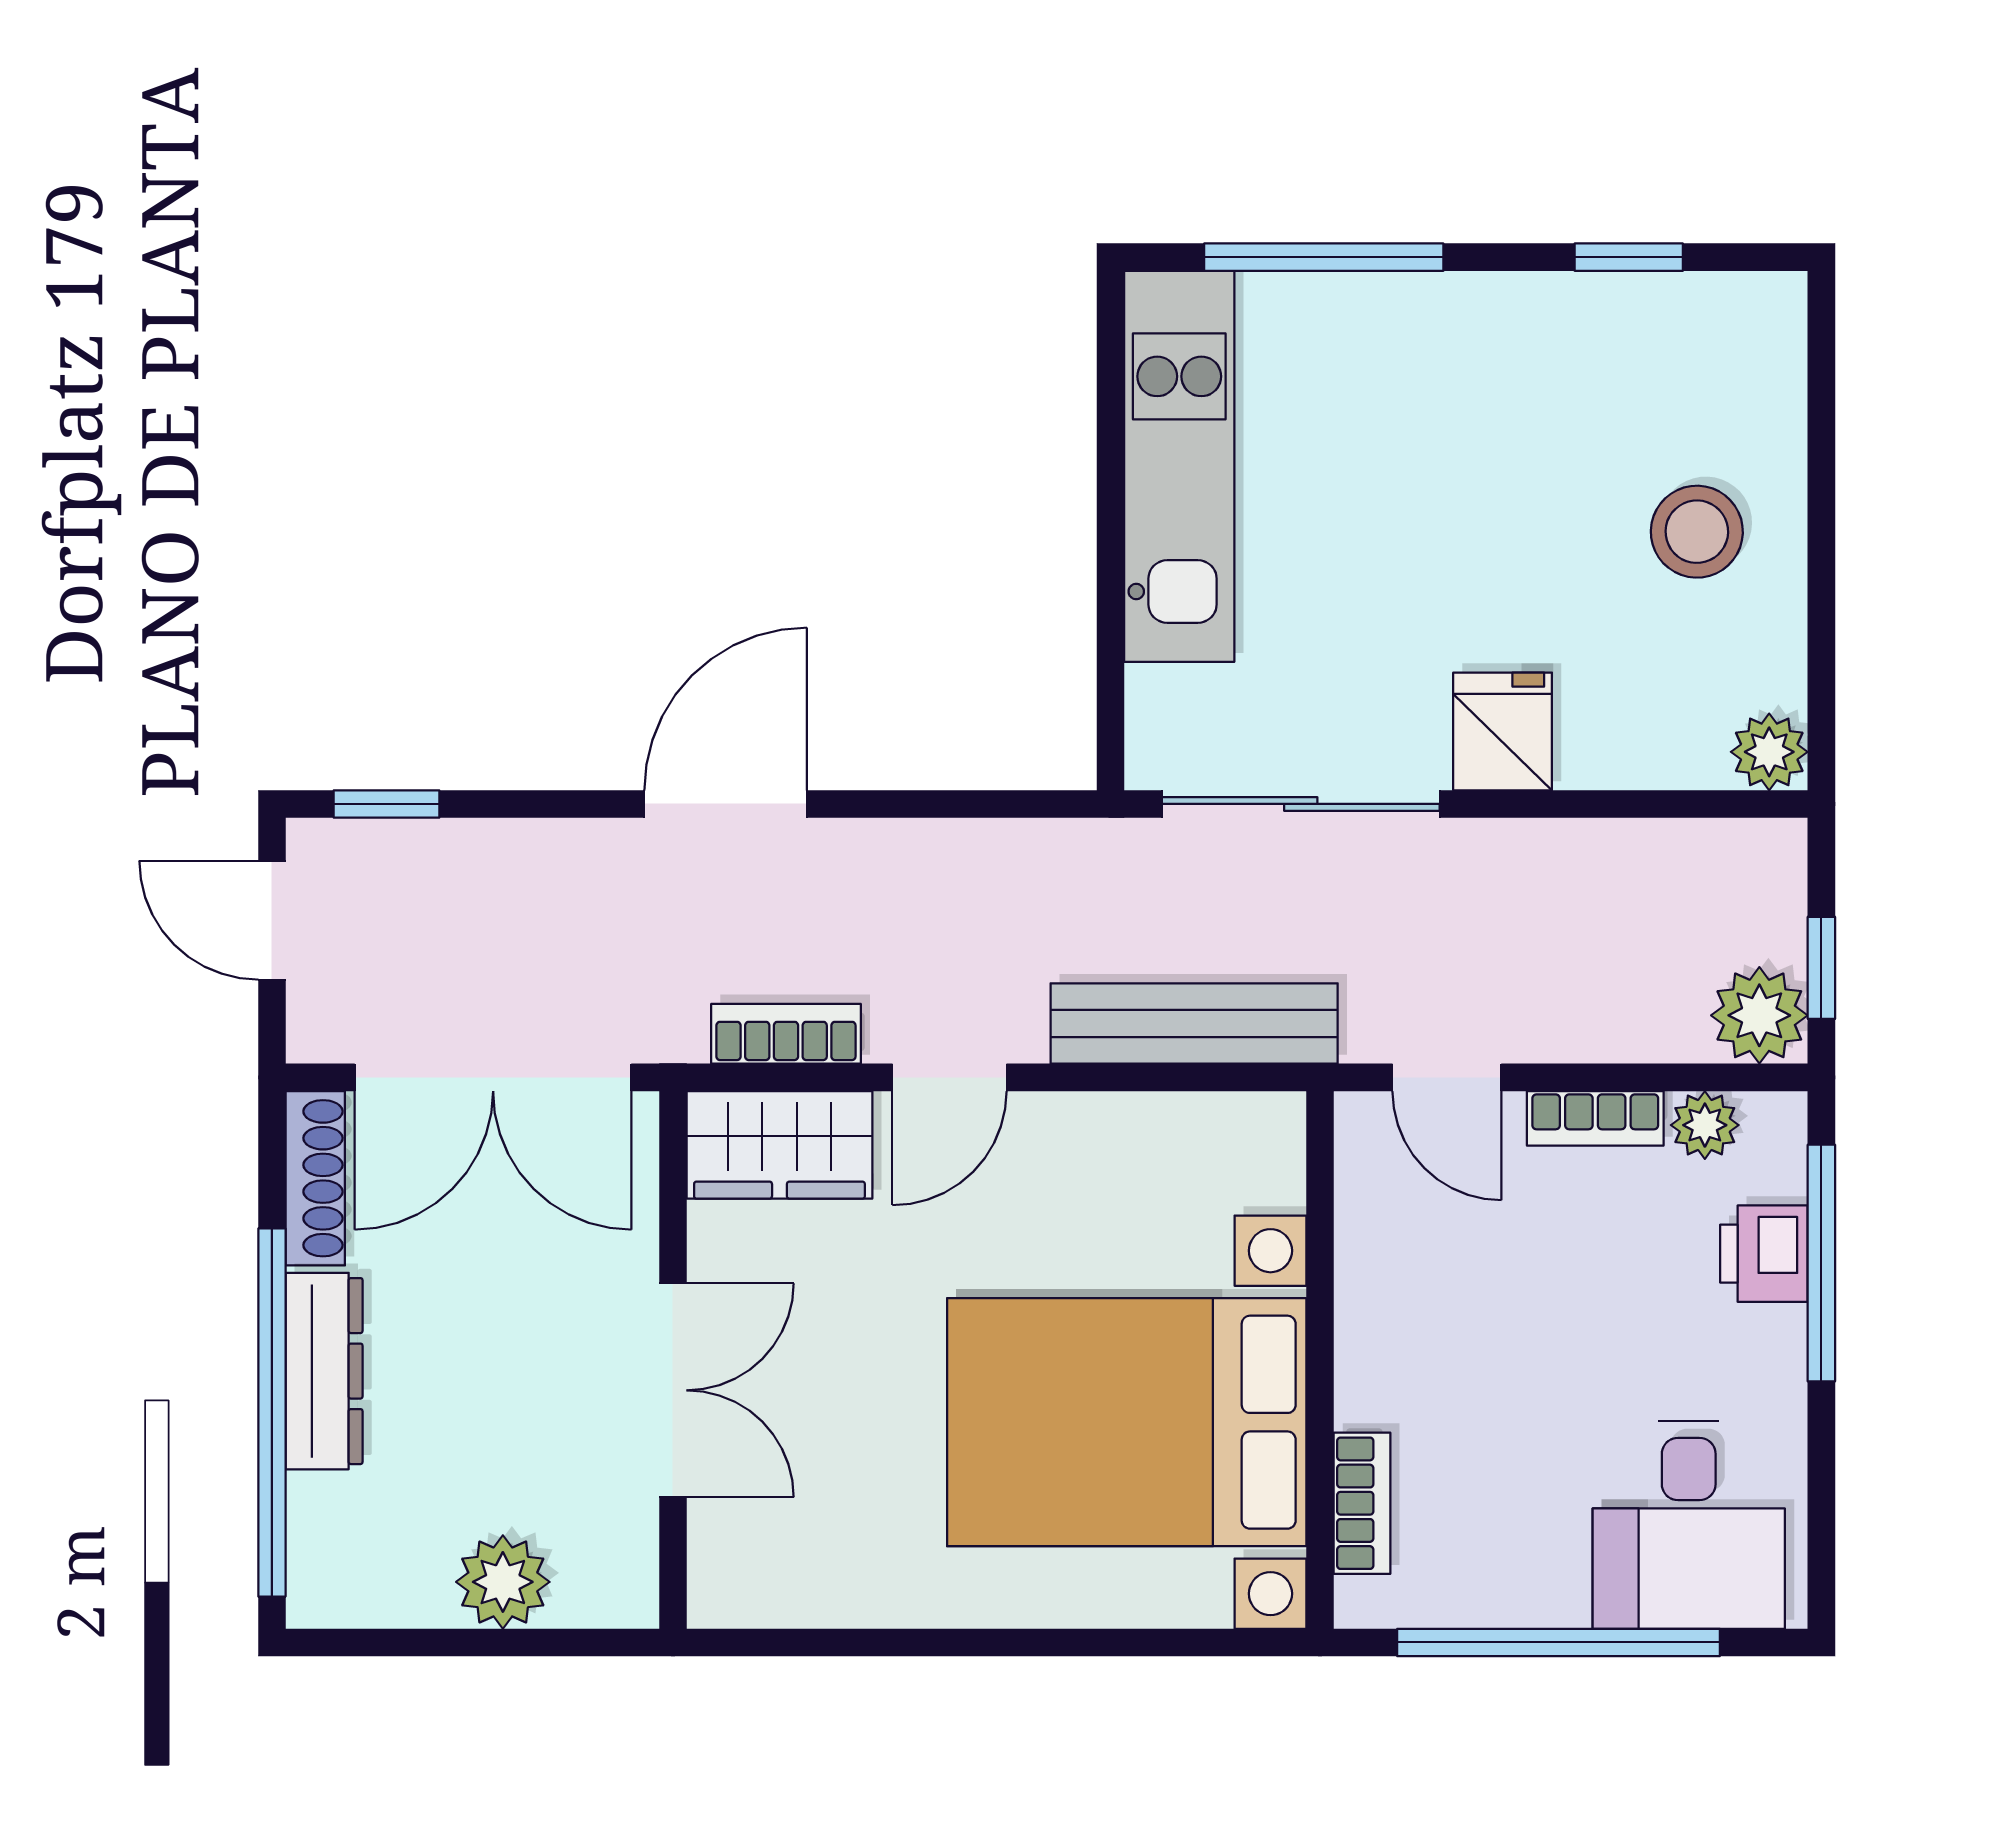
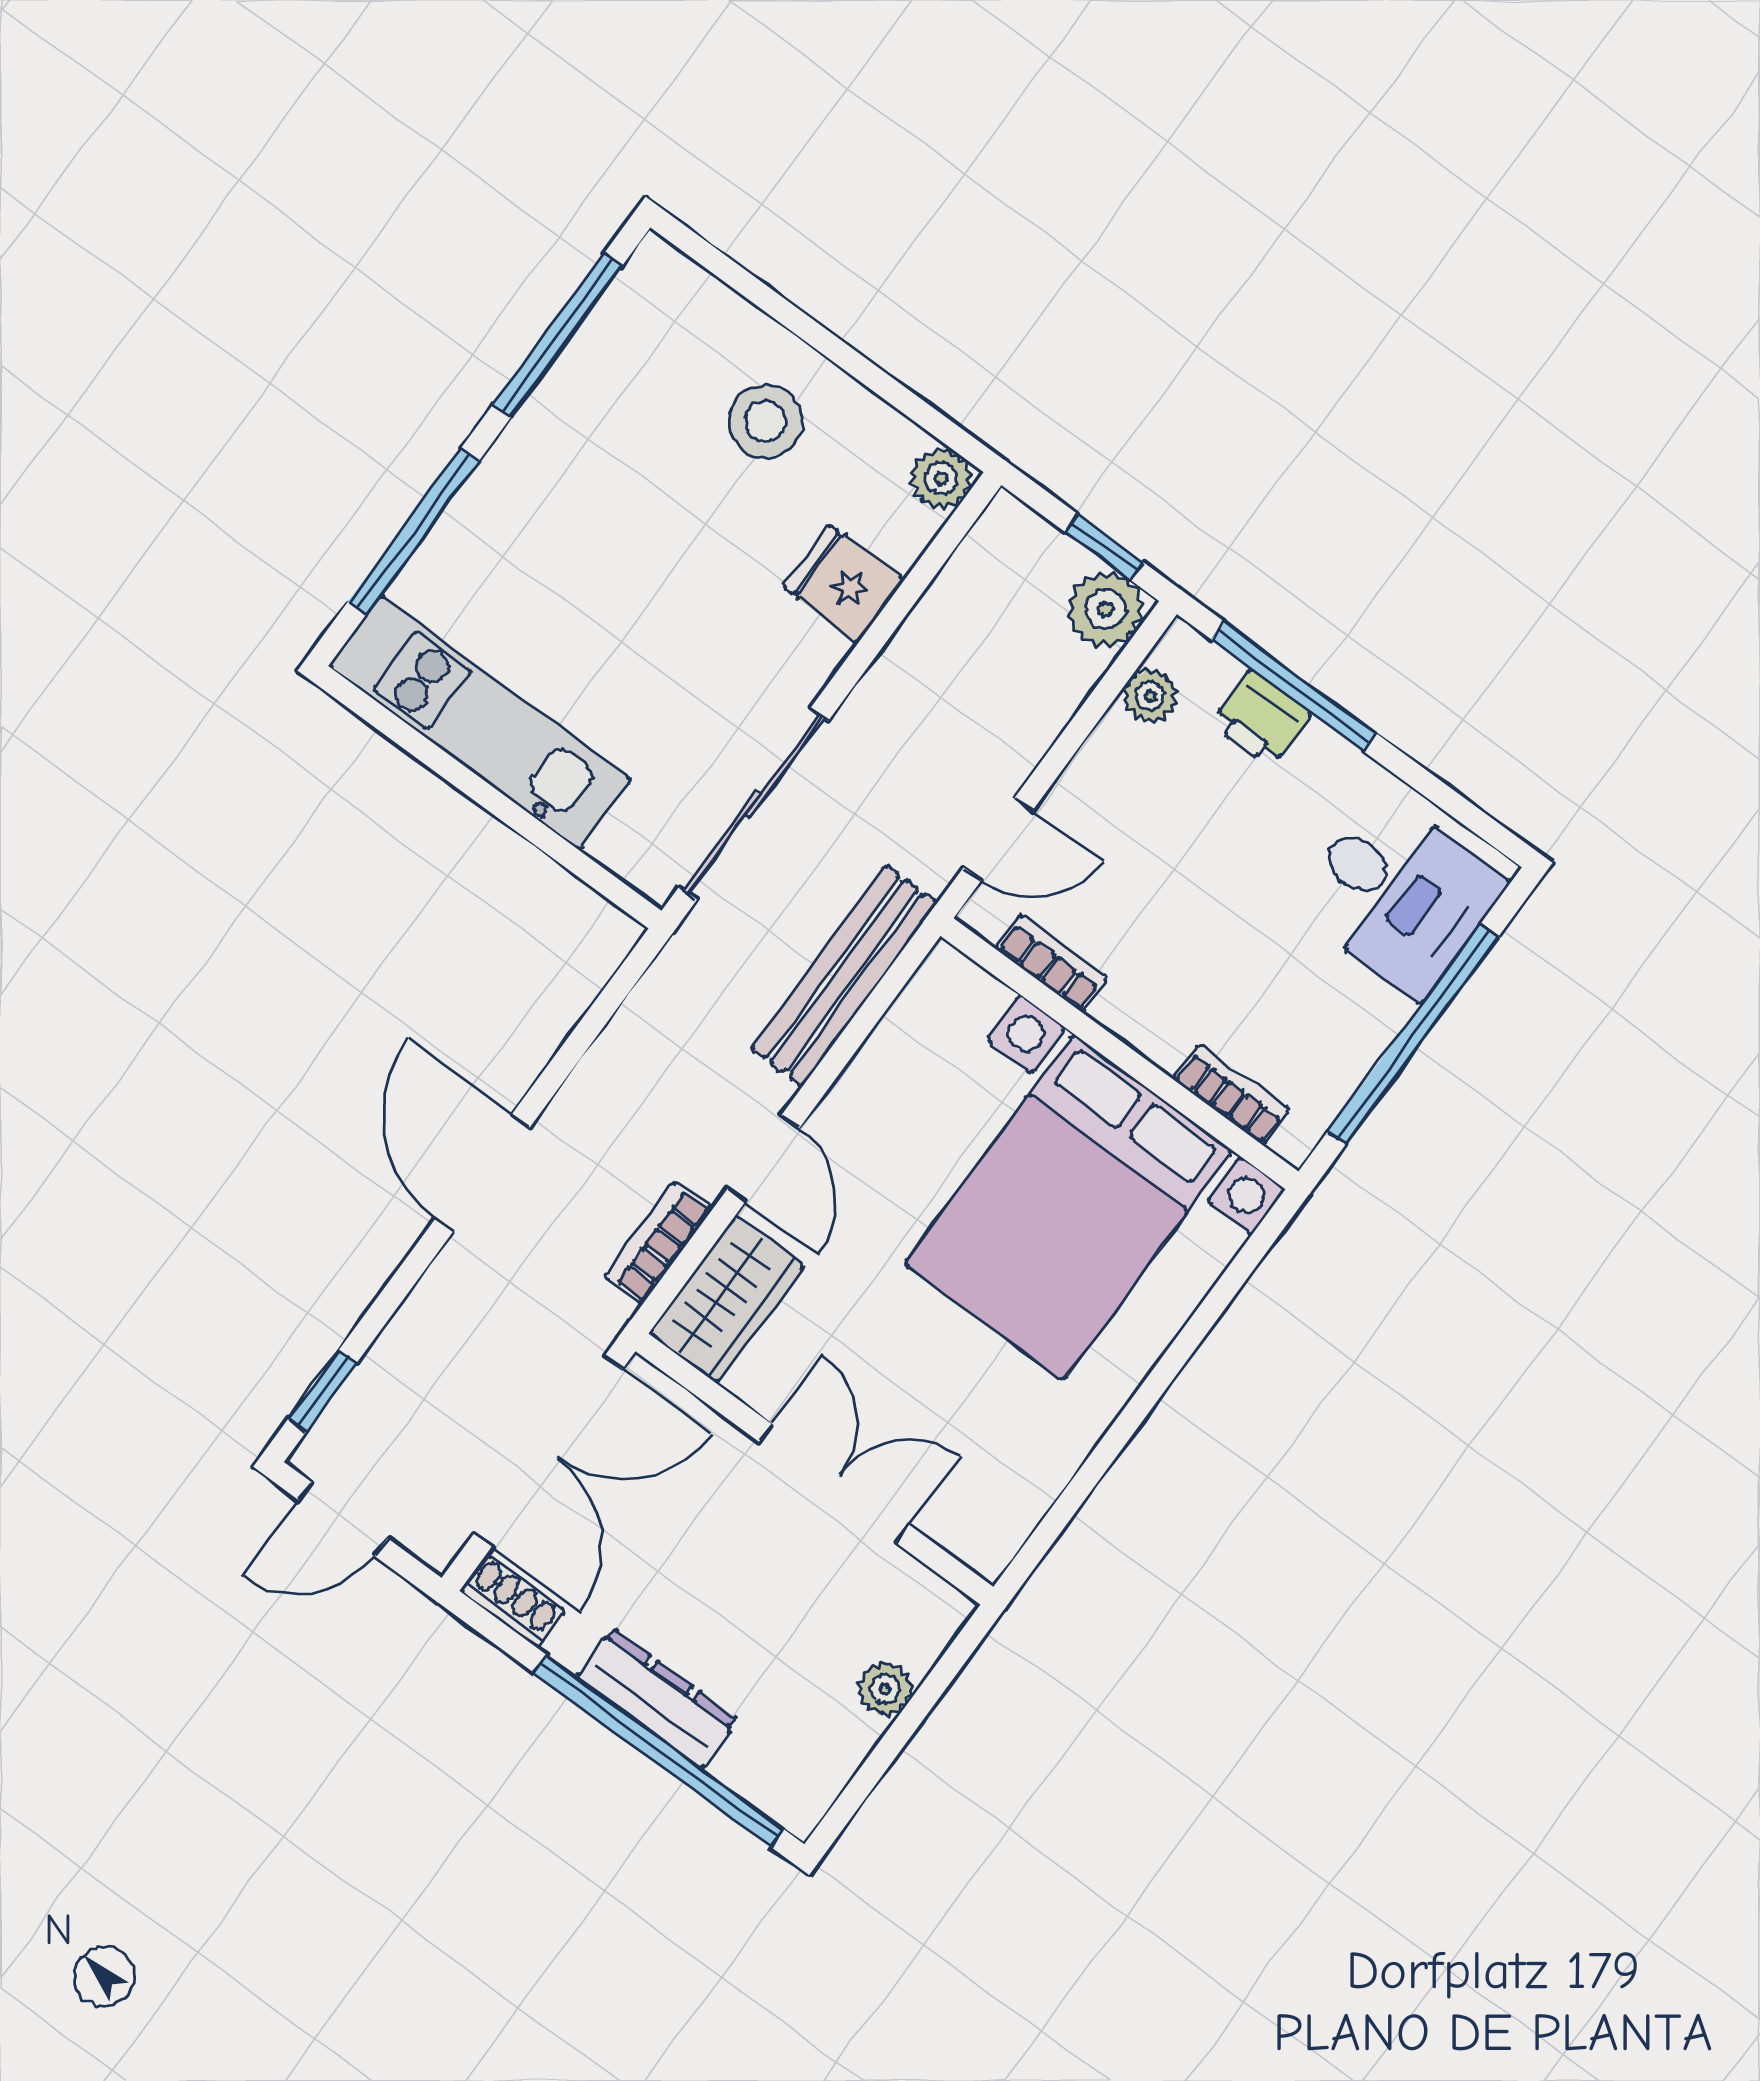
window: (1629, 257) -> (557, 336), width x2.17
fridge: (1503, 731) -> (844, 584), moved
bookcase: (1595, 1118) -> (1051, 963), moved, turned -90
shoe rack: (315, 1178) -> (512, 1601), width x0.70
plant: (503, 1582) -> (885, 1689), width x0.73, depth x0.73

